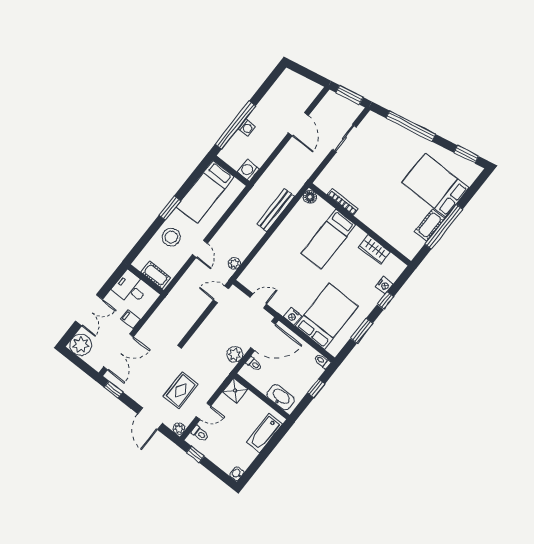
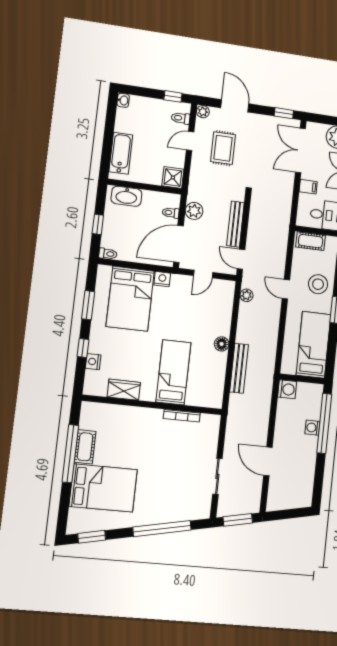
floor lamp: (310, 197) -> (222, 344), moved
door: (221, 294) -> (241, 259), swing flipped
bench: (208, 325) -> (235, 224), added

